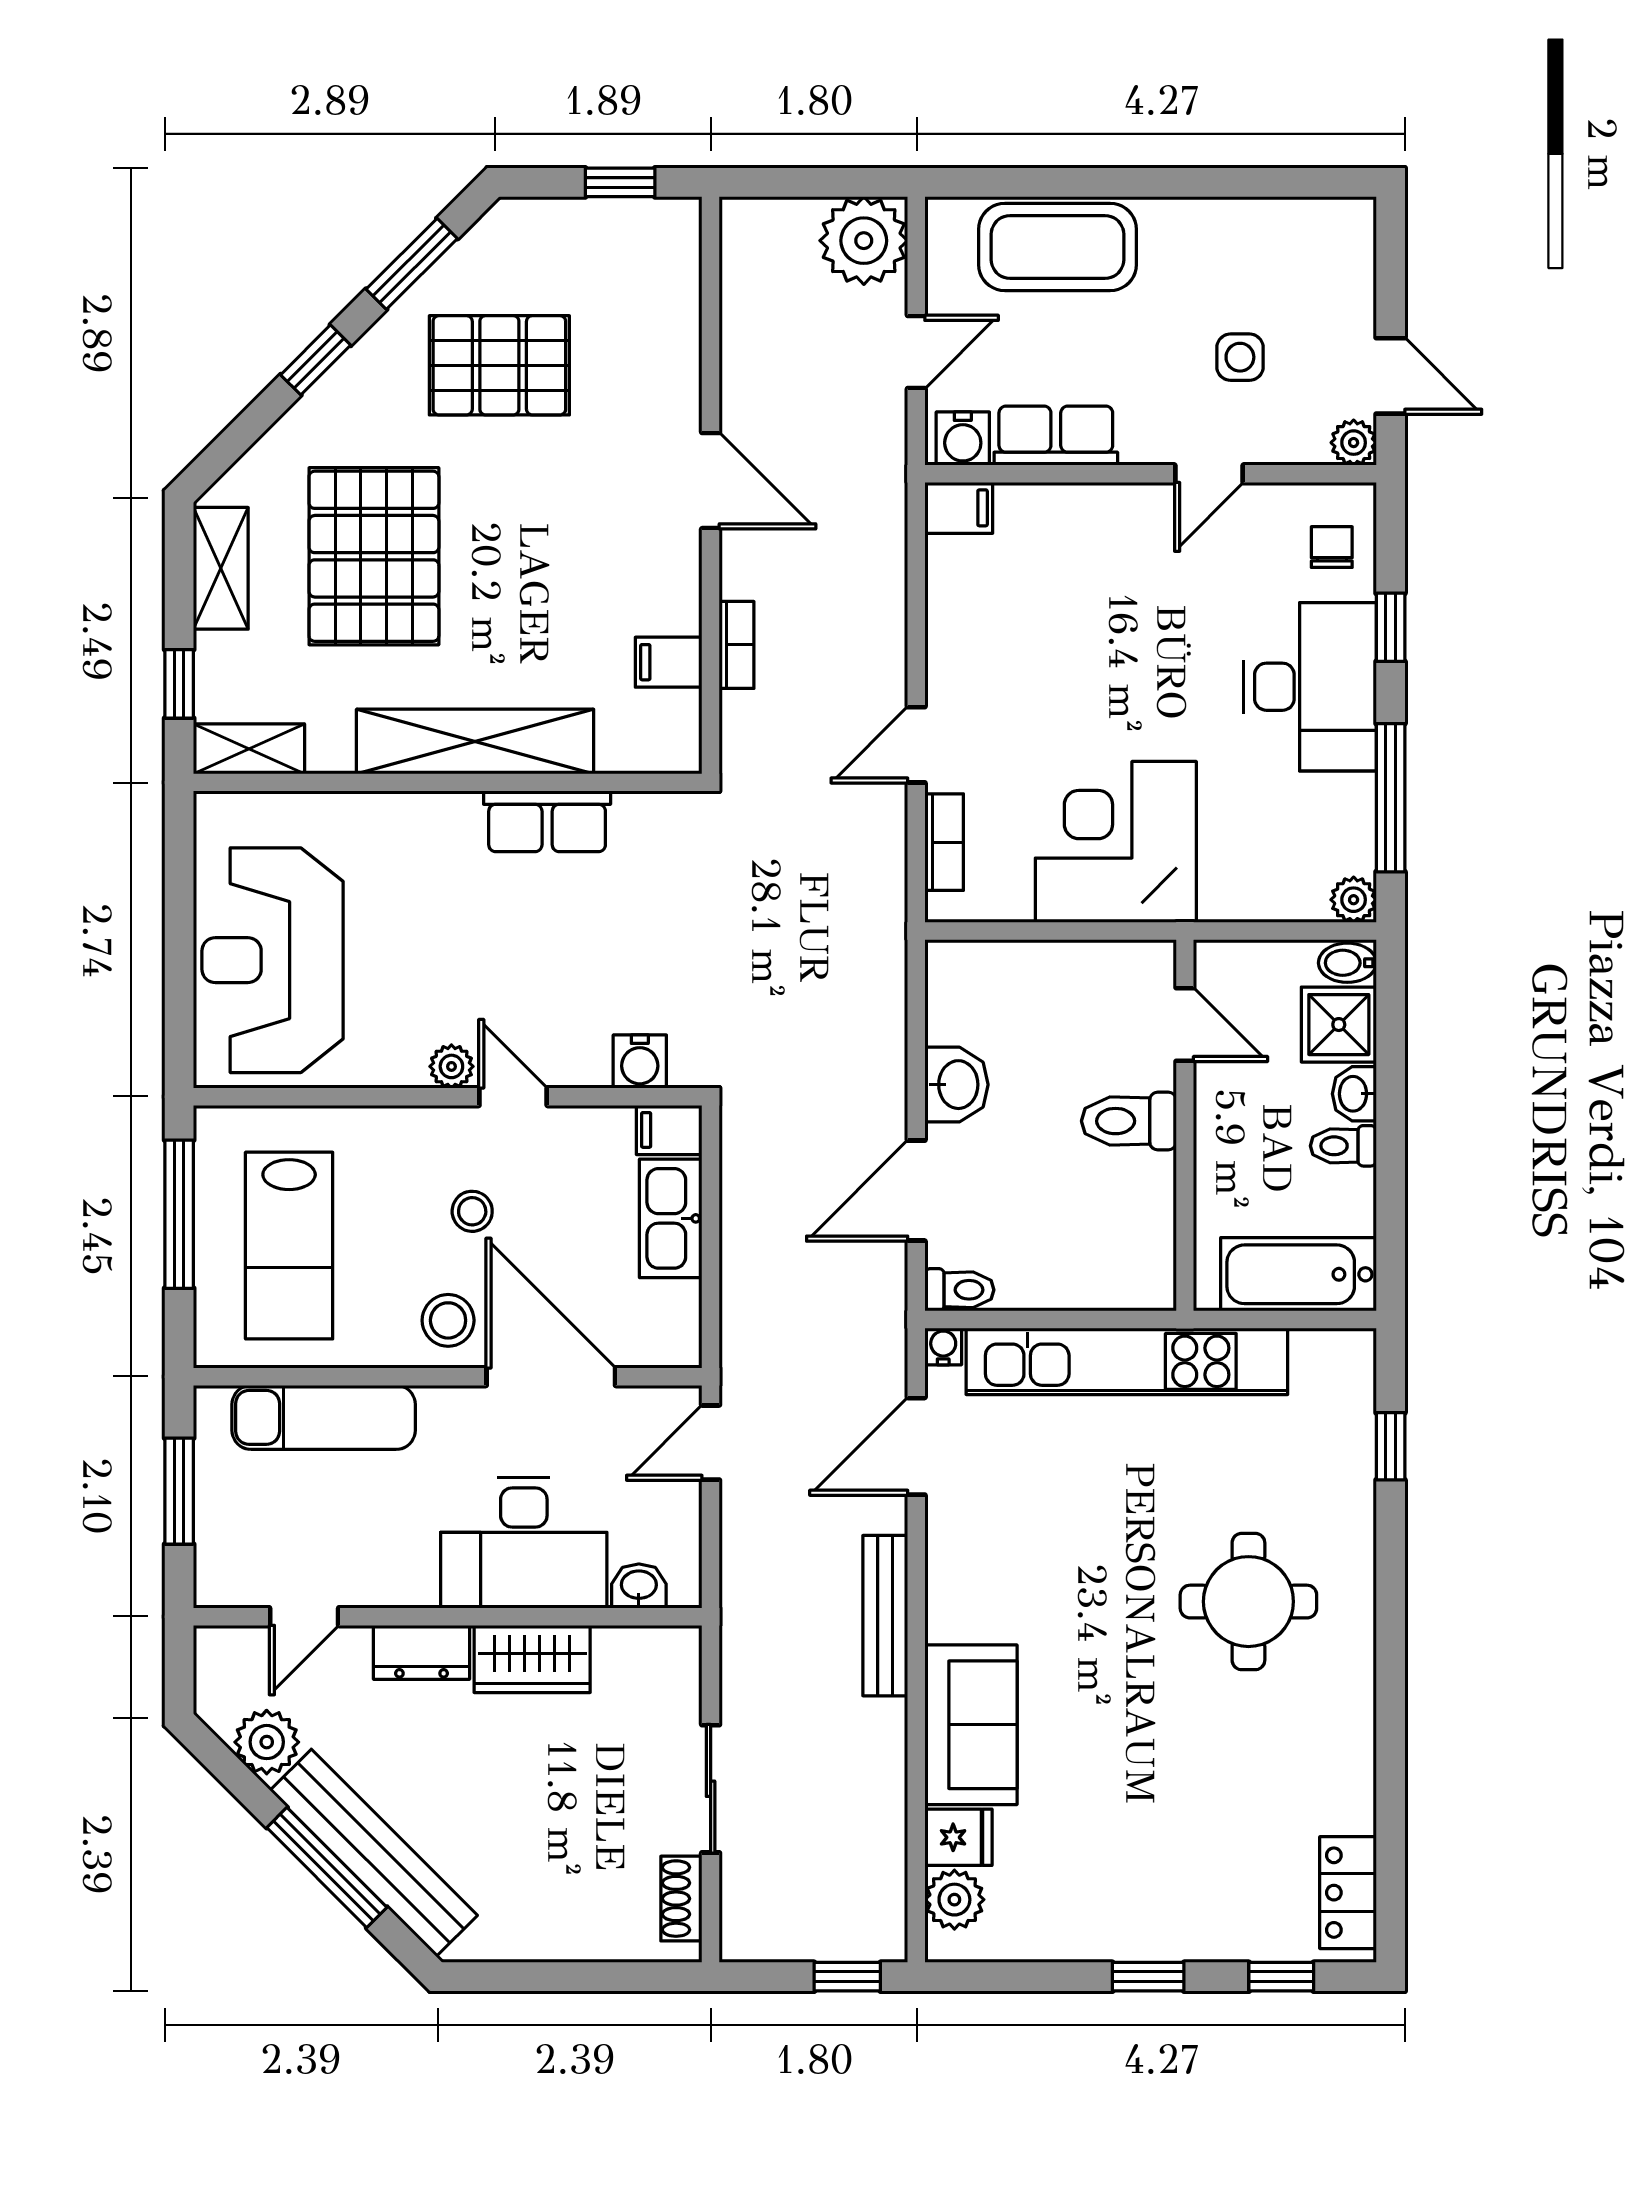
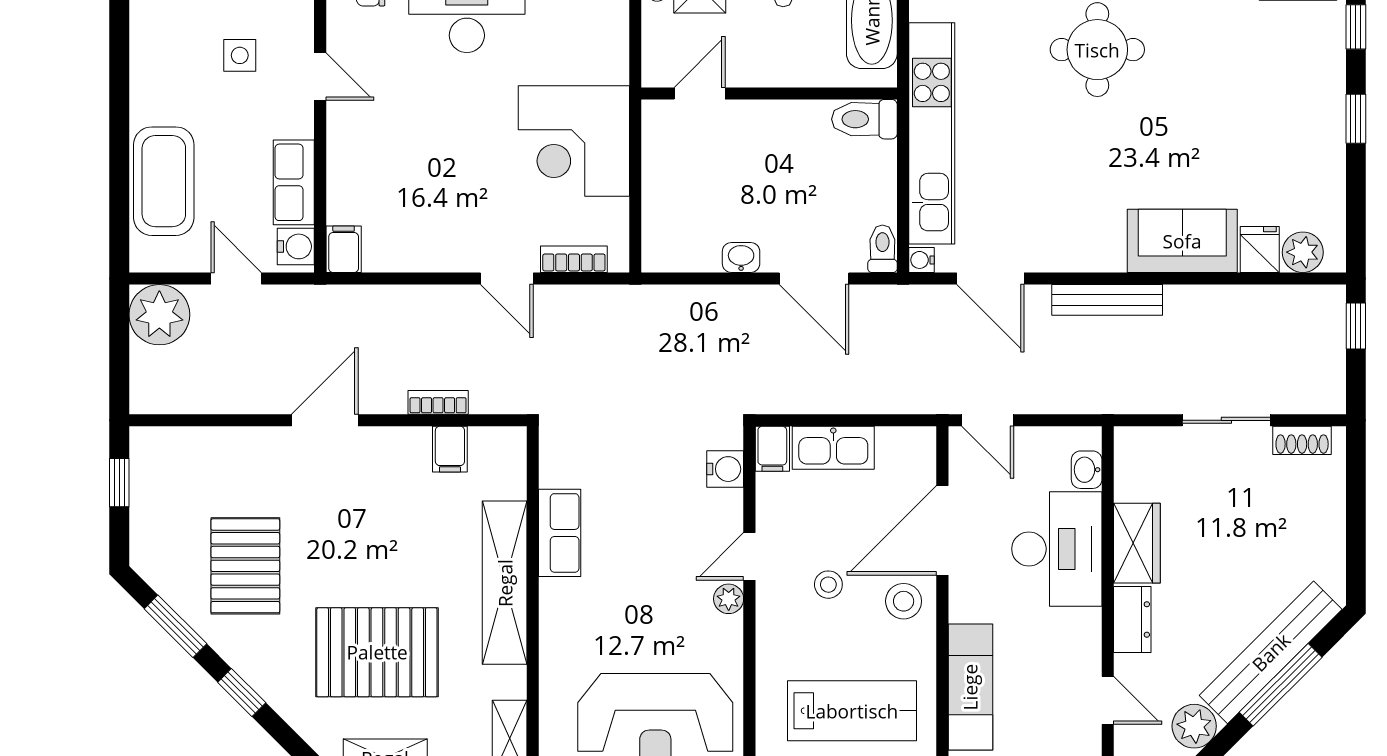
washbasin: (956, 1085) -> (741, 258), width x0.72, depth x0.69
toilet: (1129, 1121) -> (864, 119), moved, turned 90

